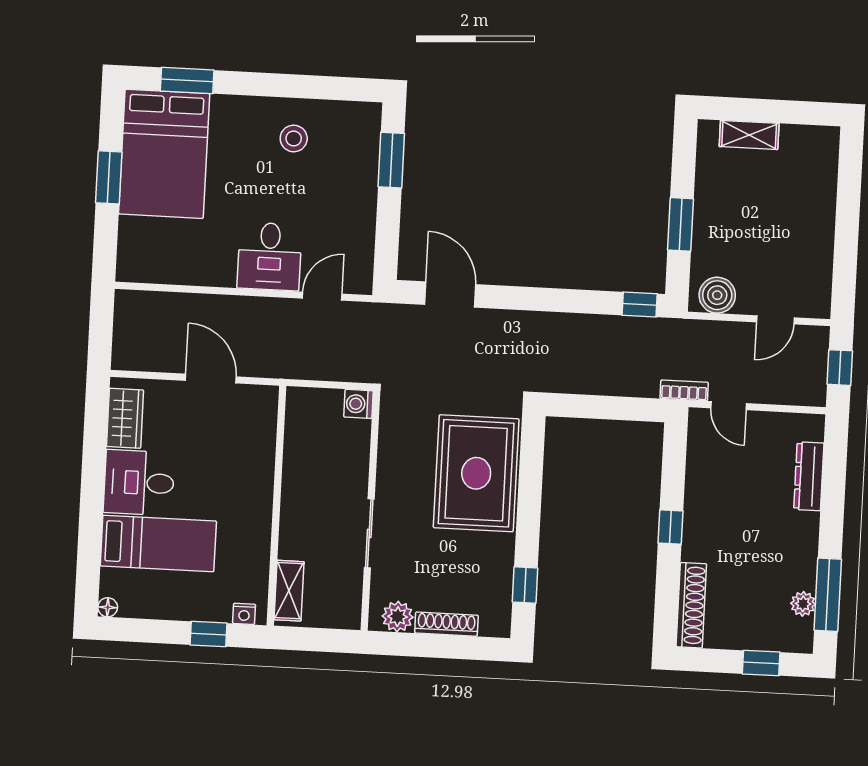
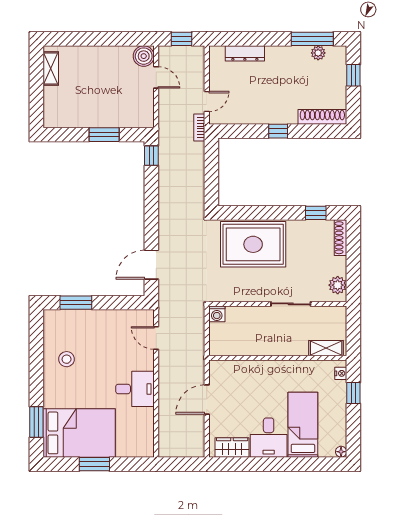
shelving: (749, 135) -> (51, 68), moved
desk: (270, 256) -> (135, 389), moved
boiler: (717, 295) -> (144, 56), moved
shoe rack: (446, 624) -> (341, 238), moved

